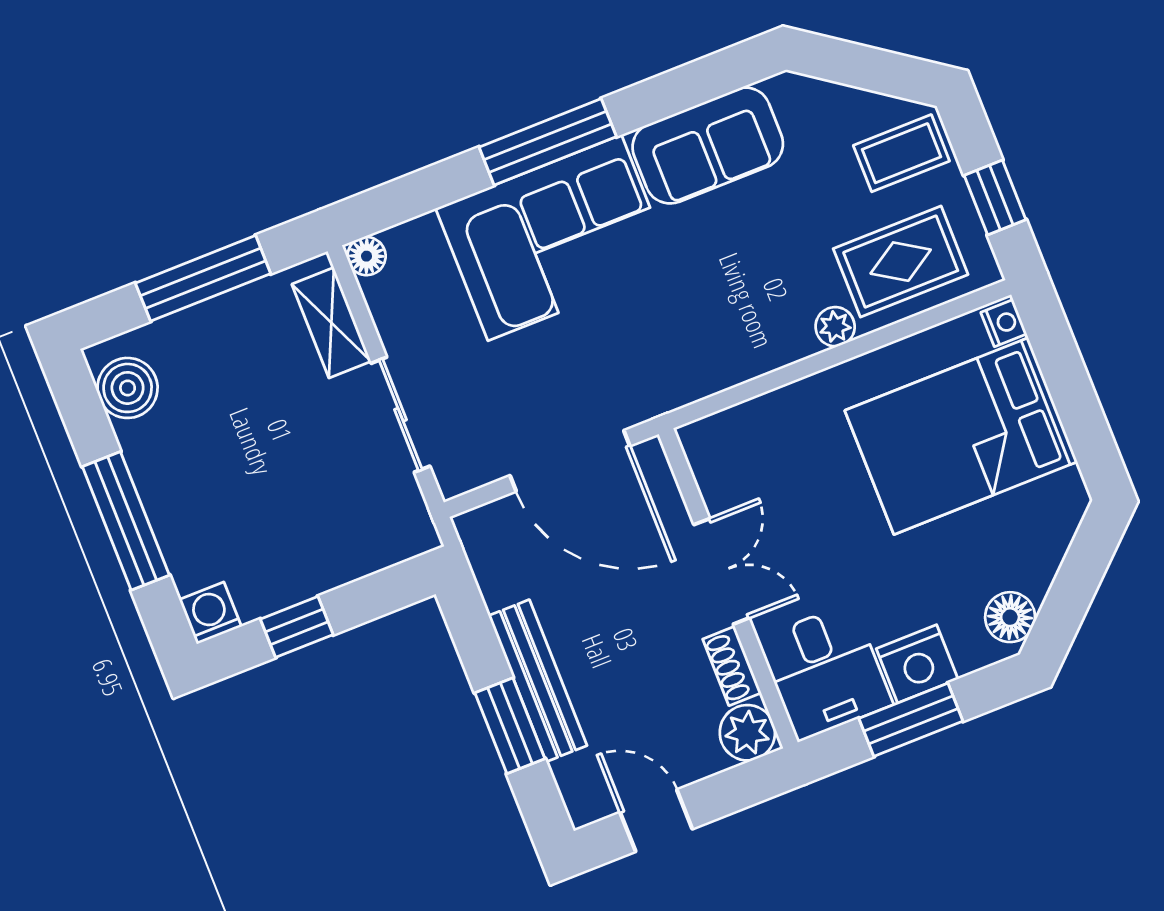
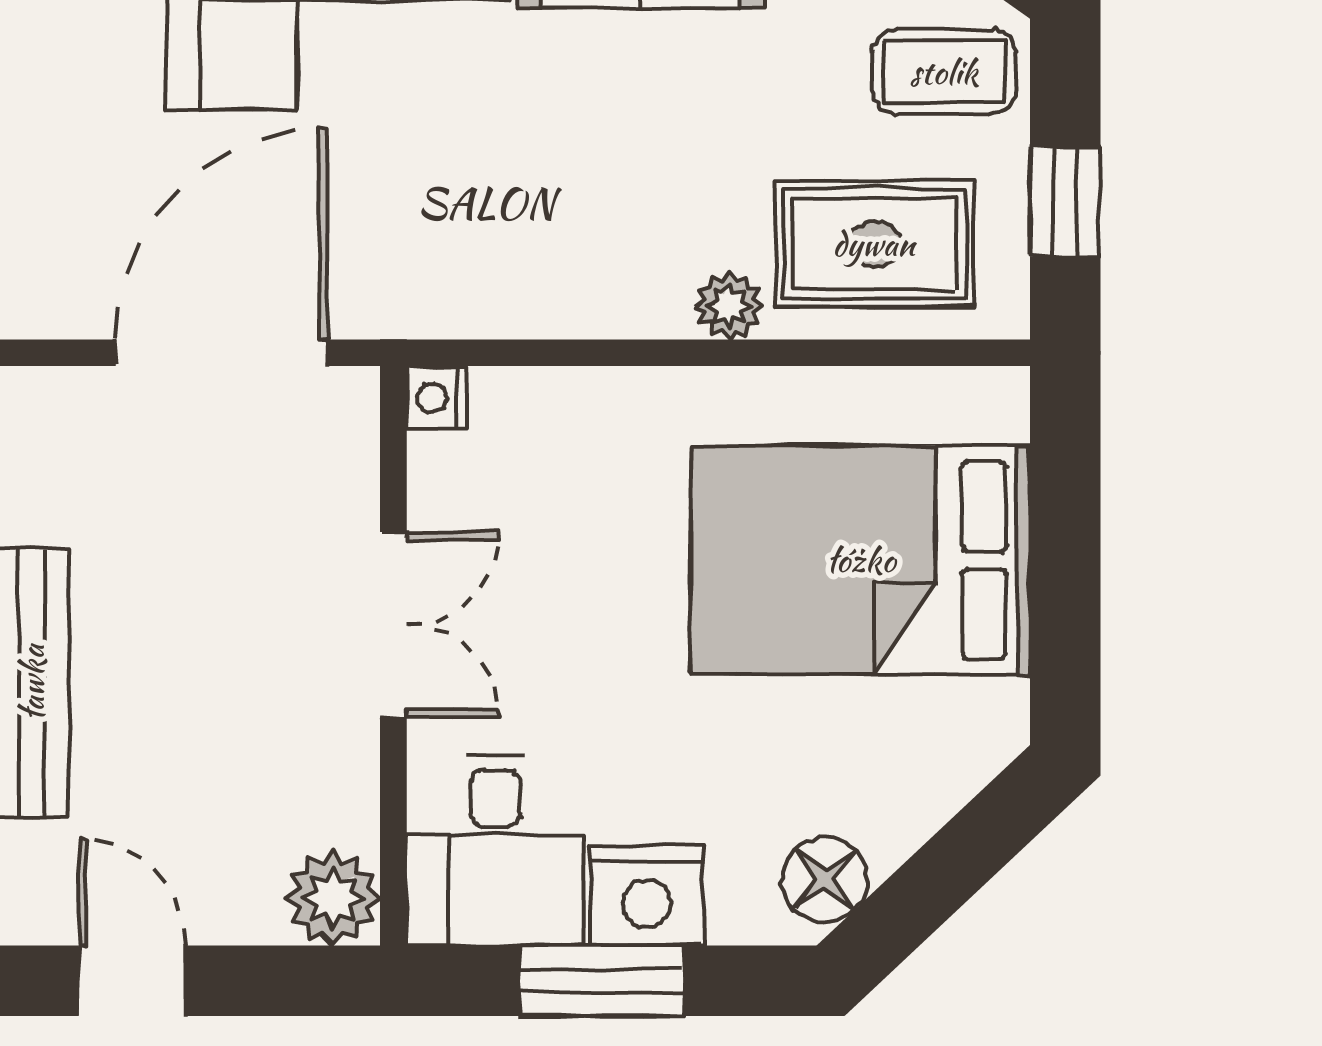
nightstand: (1004, 323) -> (437, 398), moved, turned 180
door: (570, 461) -> (222, 353), swing flipped
shoe rack: (732, 666) -> (350, 782), removed

